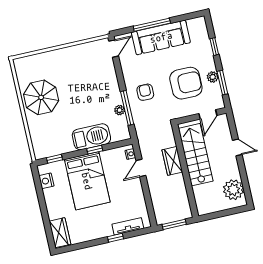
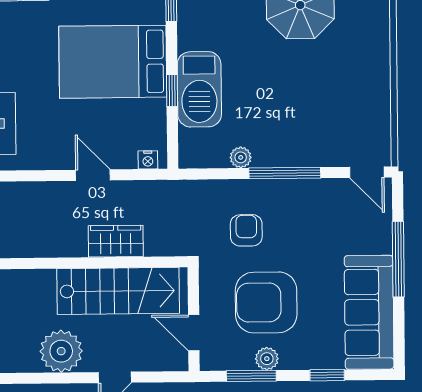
sofa: (161, 37) -> (369, 312), moved
armchair: (186, 83) -> (266, 302), turned 90
armchair: (145, 92) -> (246, 230), moved, turned -90
window: (127, 108) -> (285, 173), moved
door: (141, 168) -> (93, 175), moved
plant: (233, 190) -> (61, 351), moved

